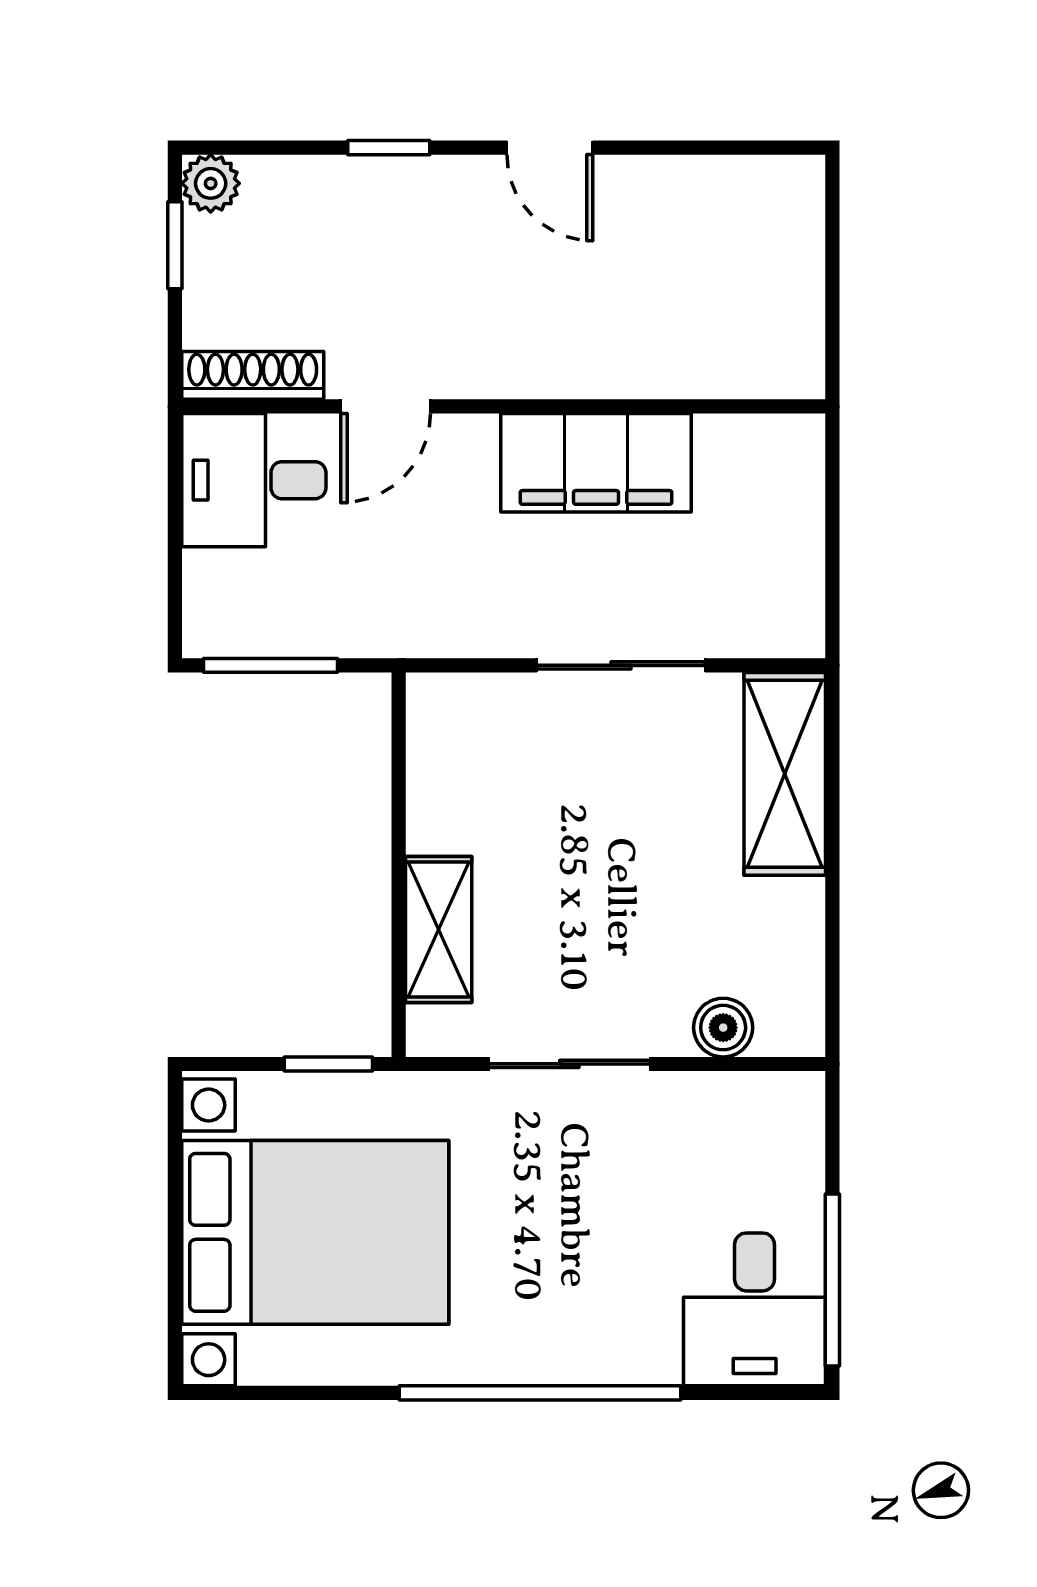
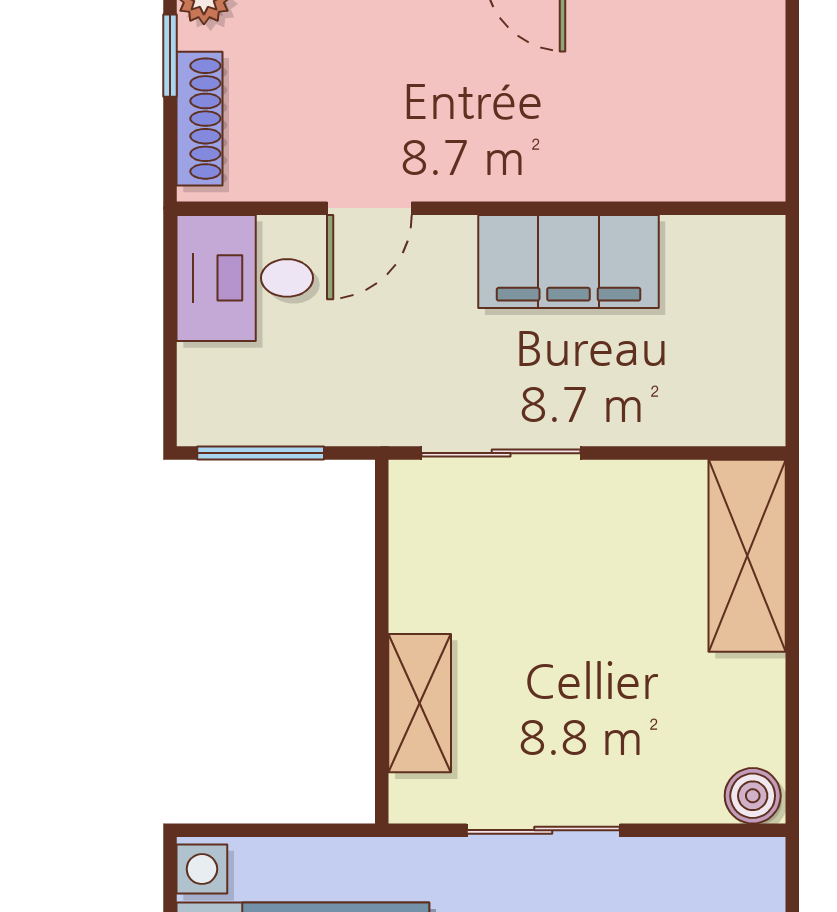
shoe rack: (253, 375) -> (200, 119), moved, turned 90
sliding door: (621, 665) -> (501, 453), moved
boiler: (723, 1028) -> (753, 796), moved
window: (328, 1064) -> (315, 830), removed

